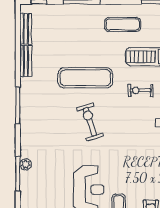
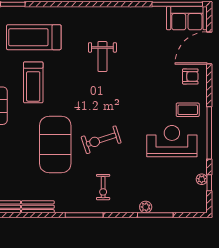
exercise mat: (85, 78) -> (55, 145), width x1.47
exercise bike: (140, 90) -> (103, 187), moved

